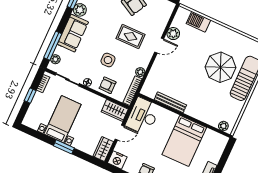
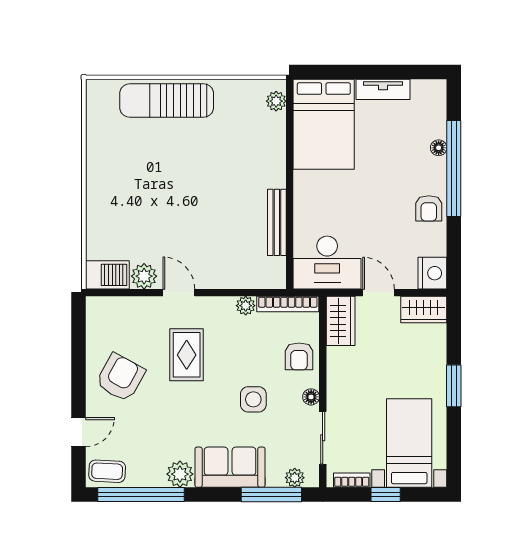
barbecue: (198, 22) -> (107, 275), moved, turned -90
side table: (108, 60) -> (253, 399), moved
parasol: (220, 67) -> (167, 158), removed
bed with nightstands: (63, 119) -> (409, 443), moved, turned 90
bed: (184, 141) -> (324, 124), moved, turned 90

